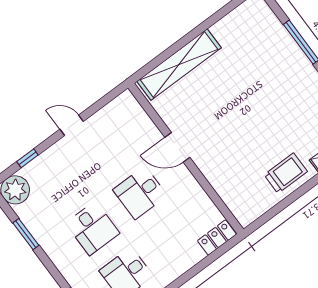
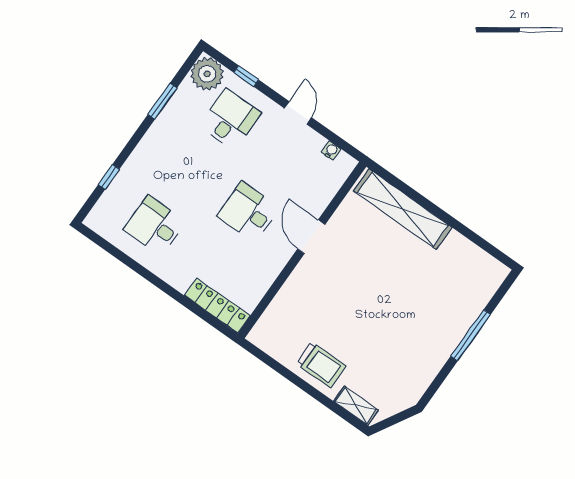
water cooler: (112, 108) -> (331, 151), added
desk: (93, 228) -> (230, 119), moved, turned 180
locker: (217, 238) -> (217, 306), width x1.53

